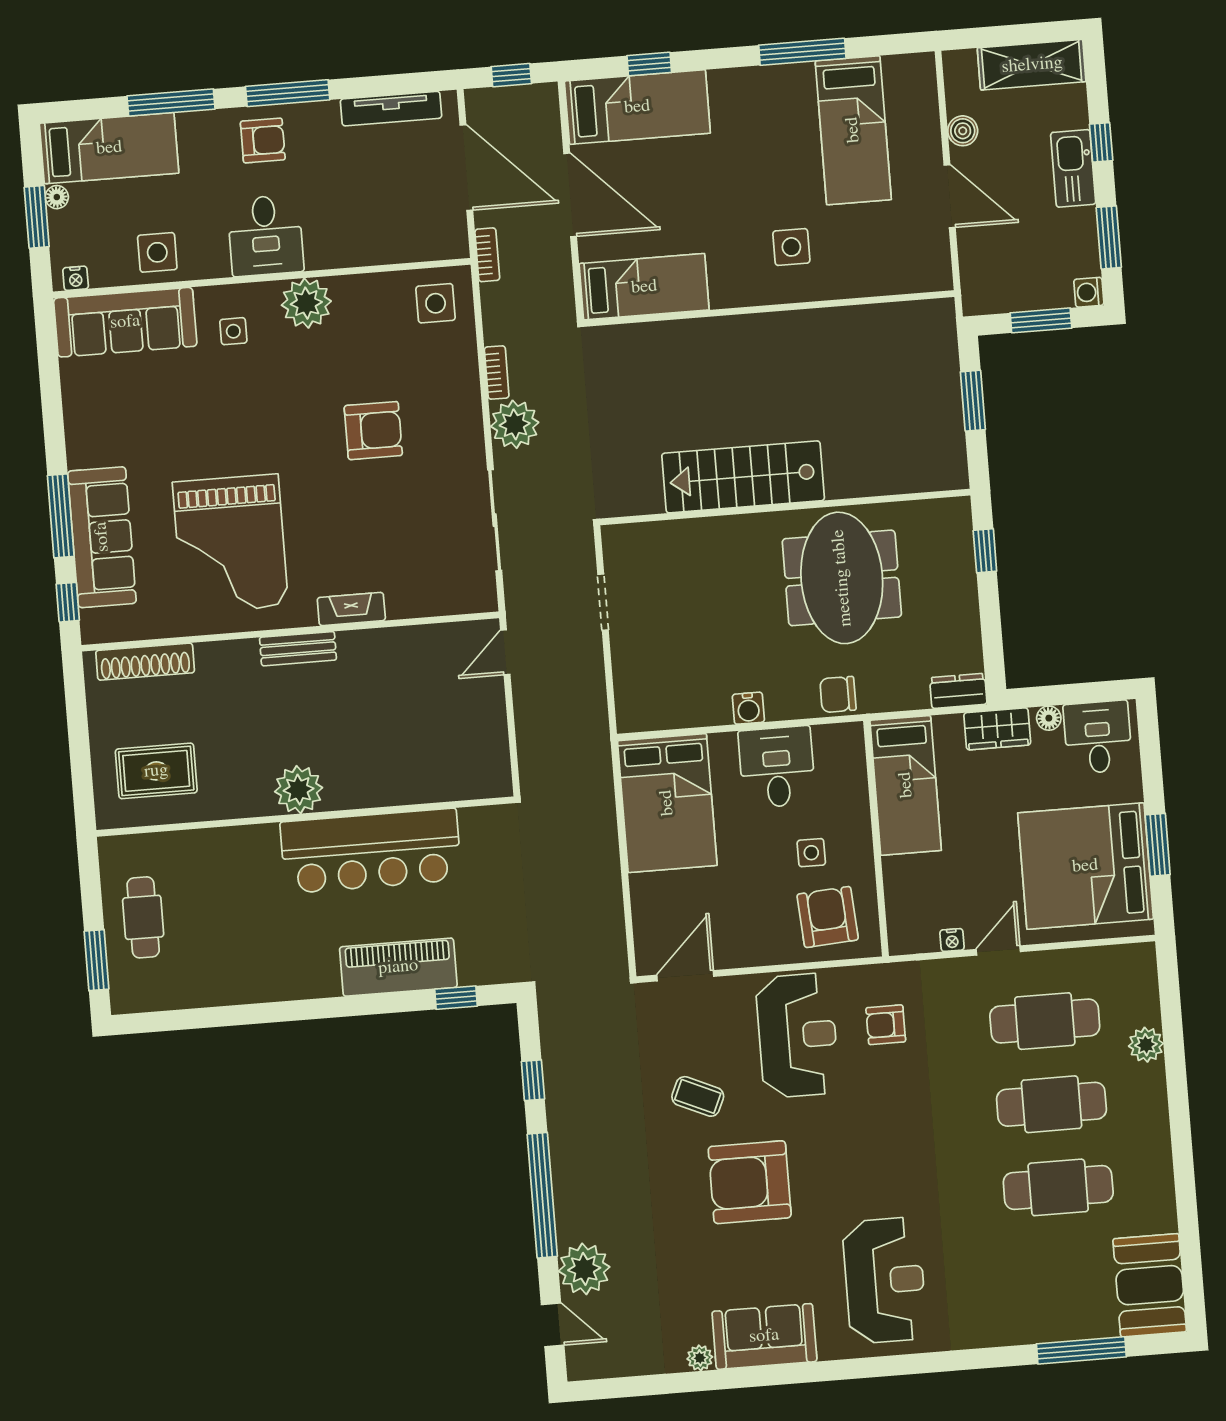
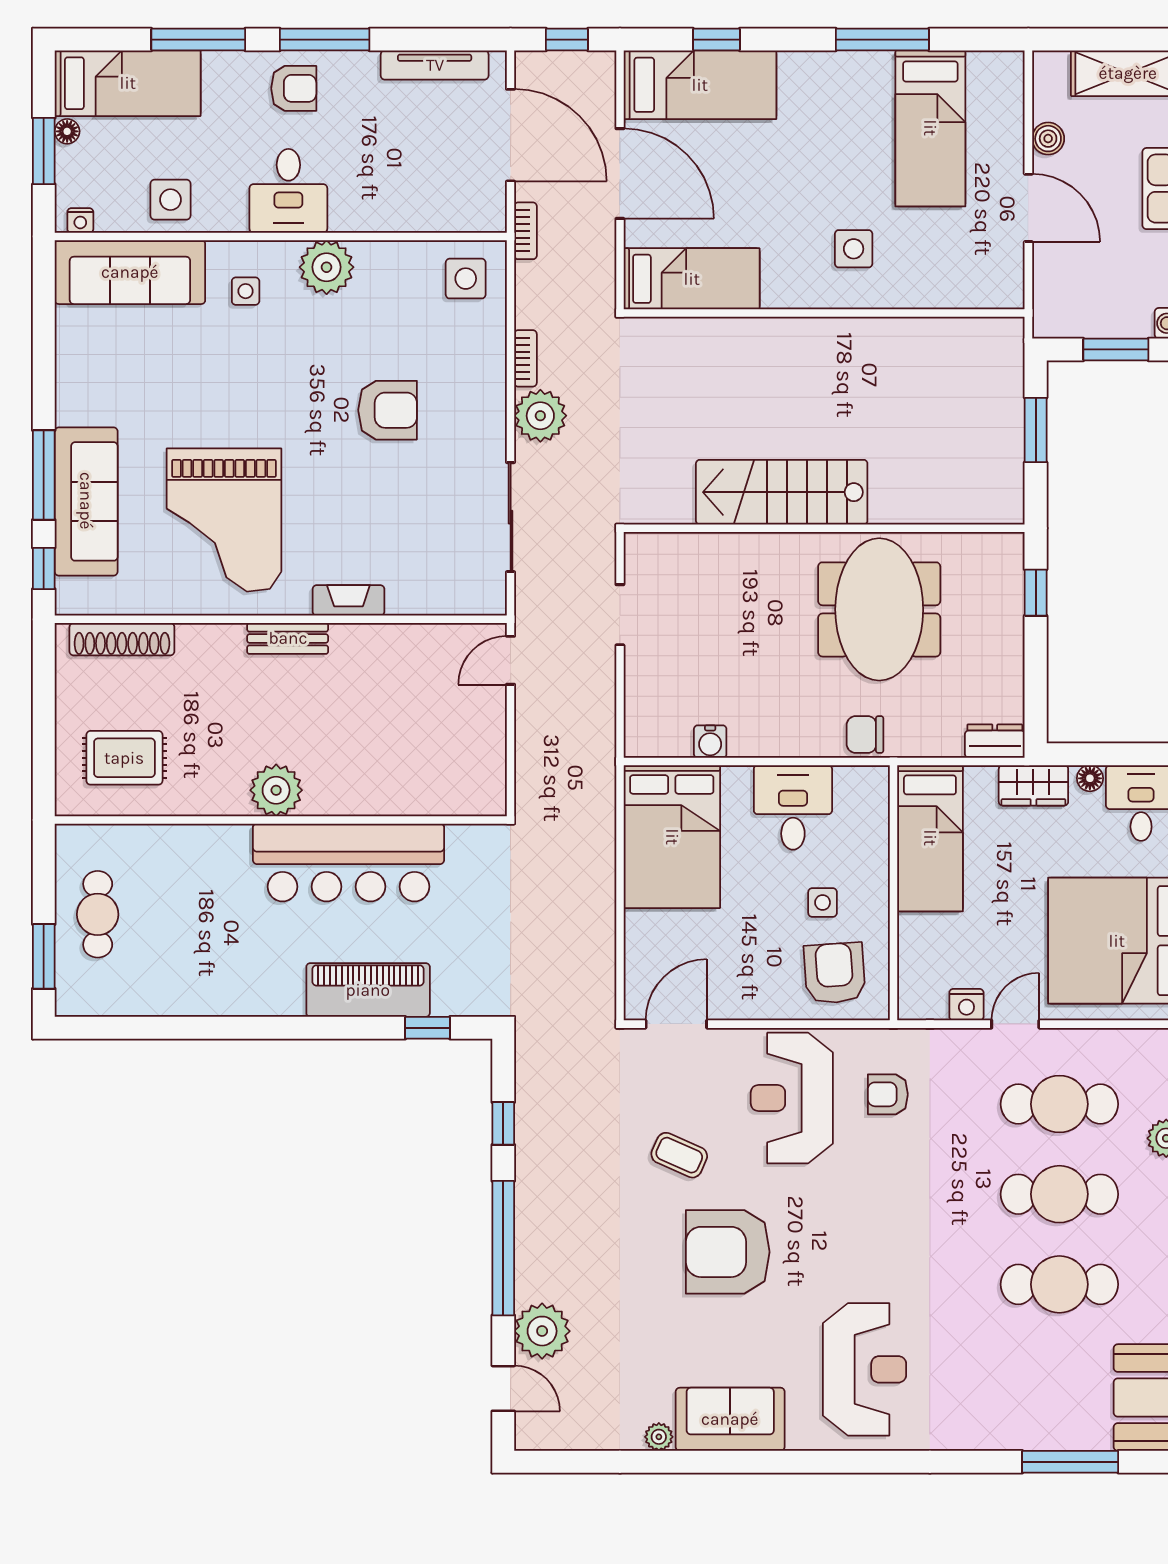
water cooler: (748, 708) -> (710, 742), moved
nightstand: (952, 940) -> (966, 1005), width x1.39, depth x1.35
reception desk: (797, 1035) -> (792, 1098), turned 180

